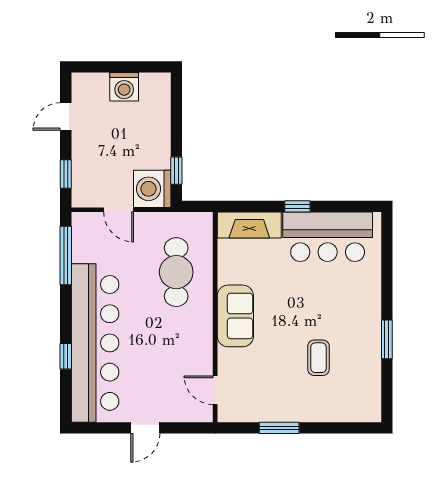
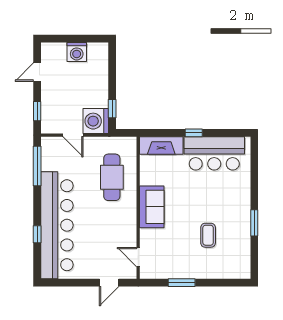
door: (145, 428) -> (109, 283), moved

